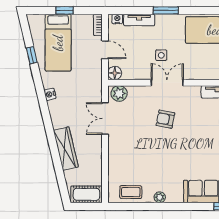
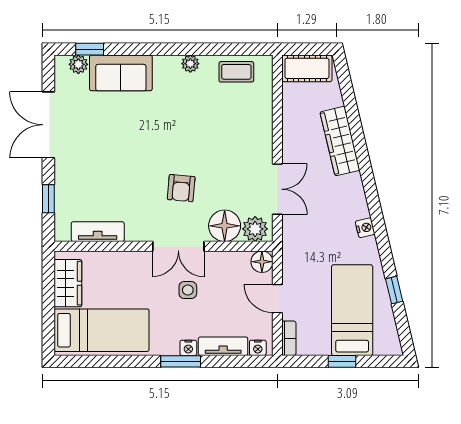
nightstand: (161, 19) -> (188, 348), added
floor lamp: (138, 95) -> (225, 226), added
armchair: (165, 119) -> (181, 188), turned 84

